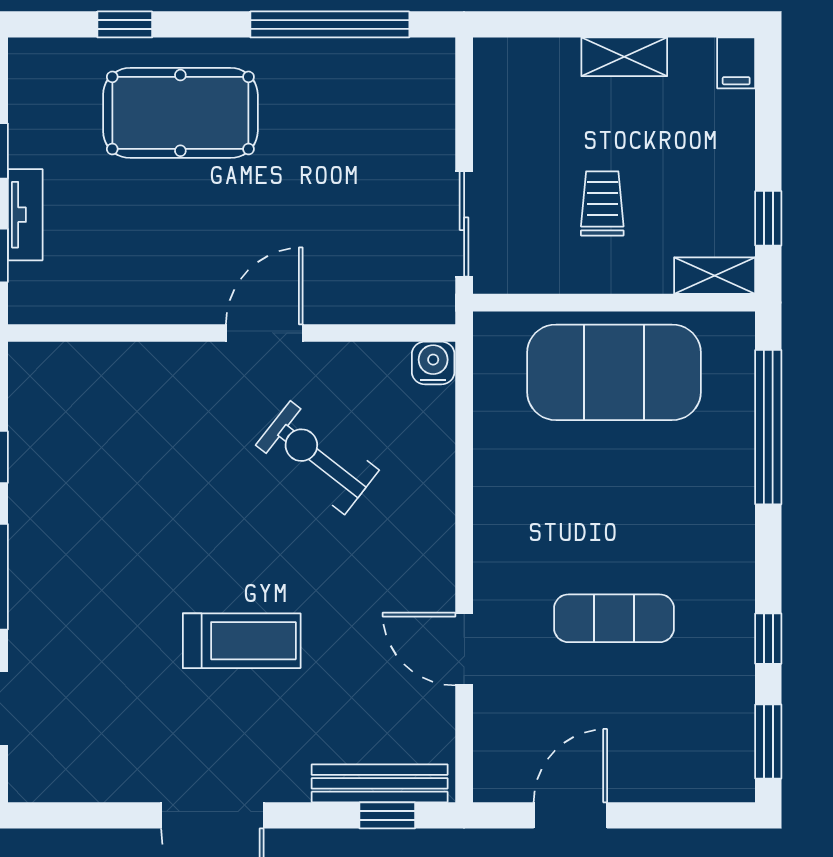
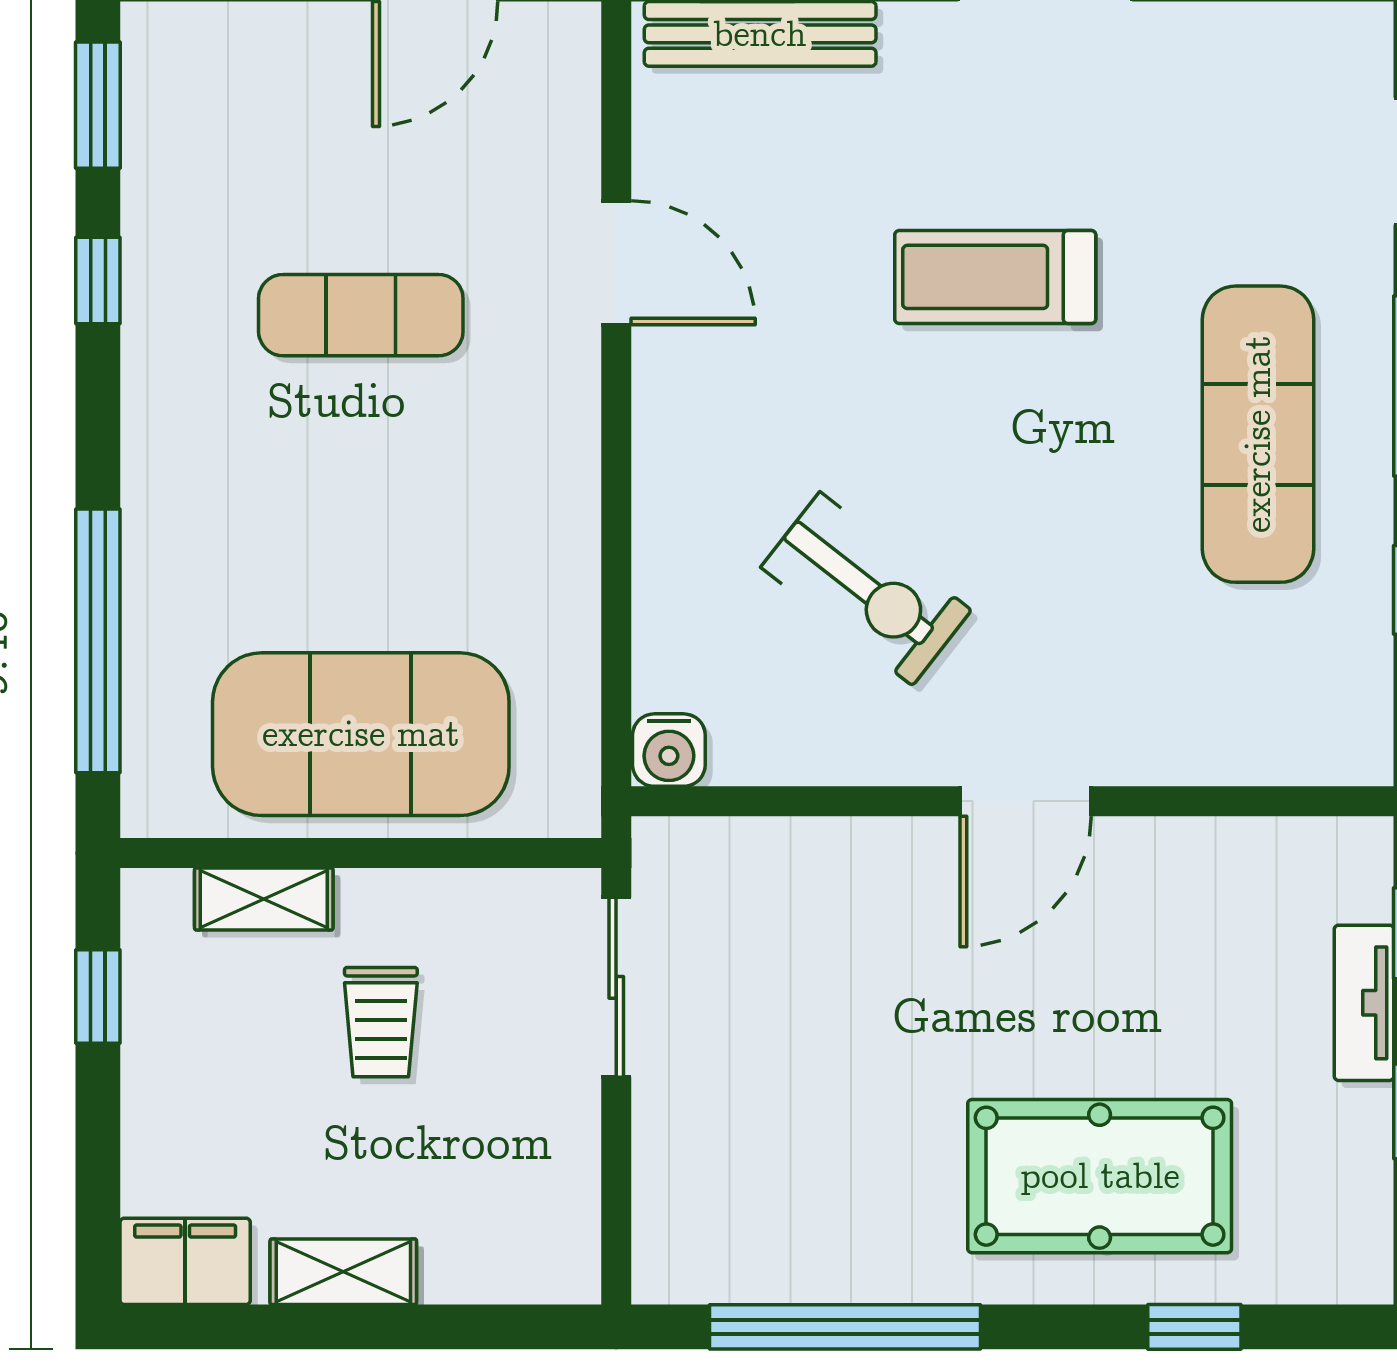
filing cabinet: (736, 63) -> (185, 1261), width x2.00
shelving: (715, 276) -> (264, 899), moved
door: (264, 333) -> (1026, 801), moved
exercise mat: (87, 548) -> (1258, 434), added

